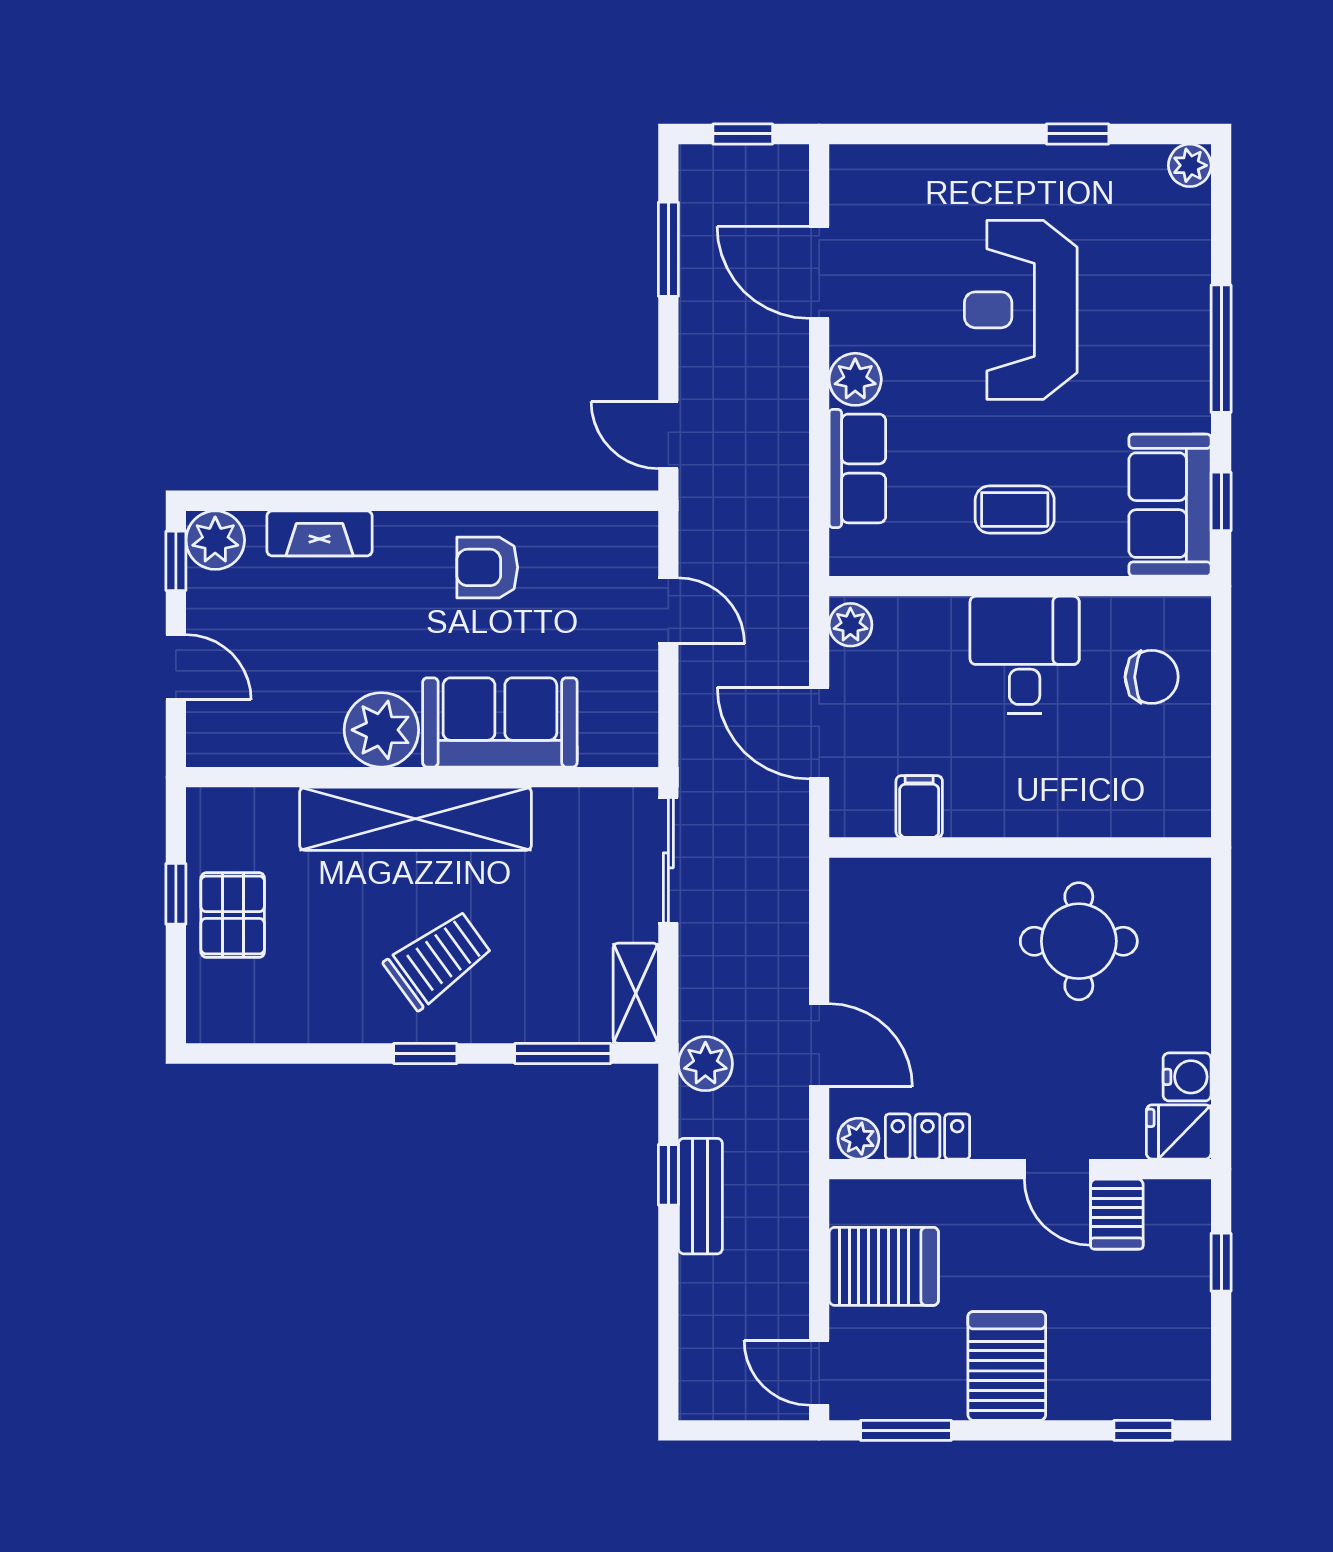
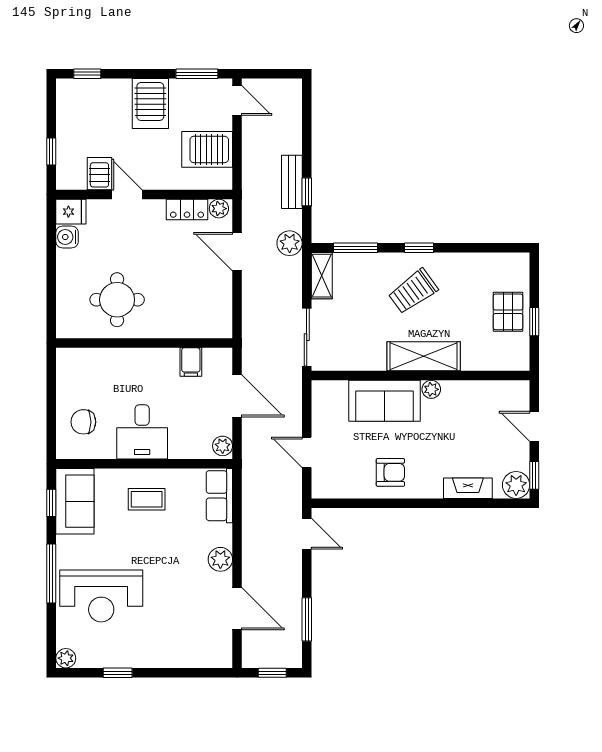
reception desk: (1021, 310) -> (101, 596), moved, turned 90
row of seats: (857, 468) -> (219, 496), moved
plant: (381, 730) -> (431, 389), width x0.53, depth x0.53
shelving: (416, 819) -> (424, 356), width x0.68

